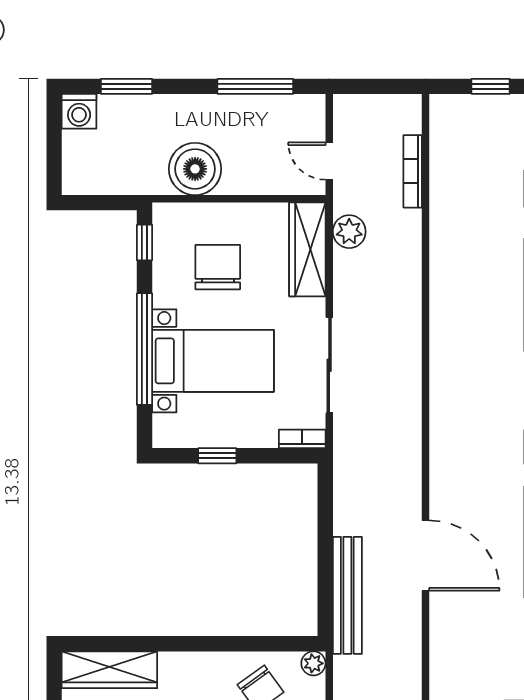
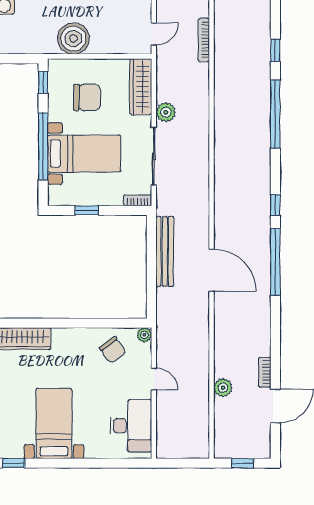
door: (329, 161) -> (154, 34), swing flipped
plant: (349, 232) -> (166, 112), moved
chair: (218, 267) -> (87, 97), turned 90
bench: (347, 595) -> (165, 251), moved

